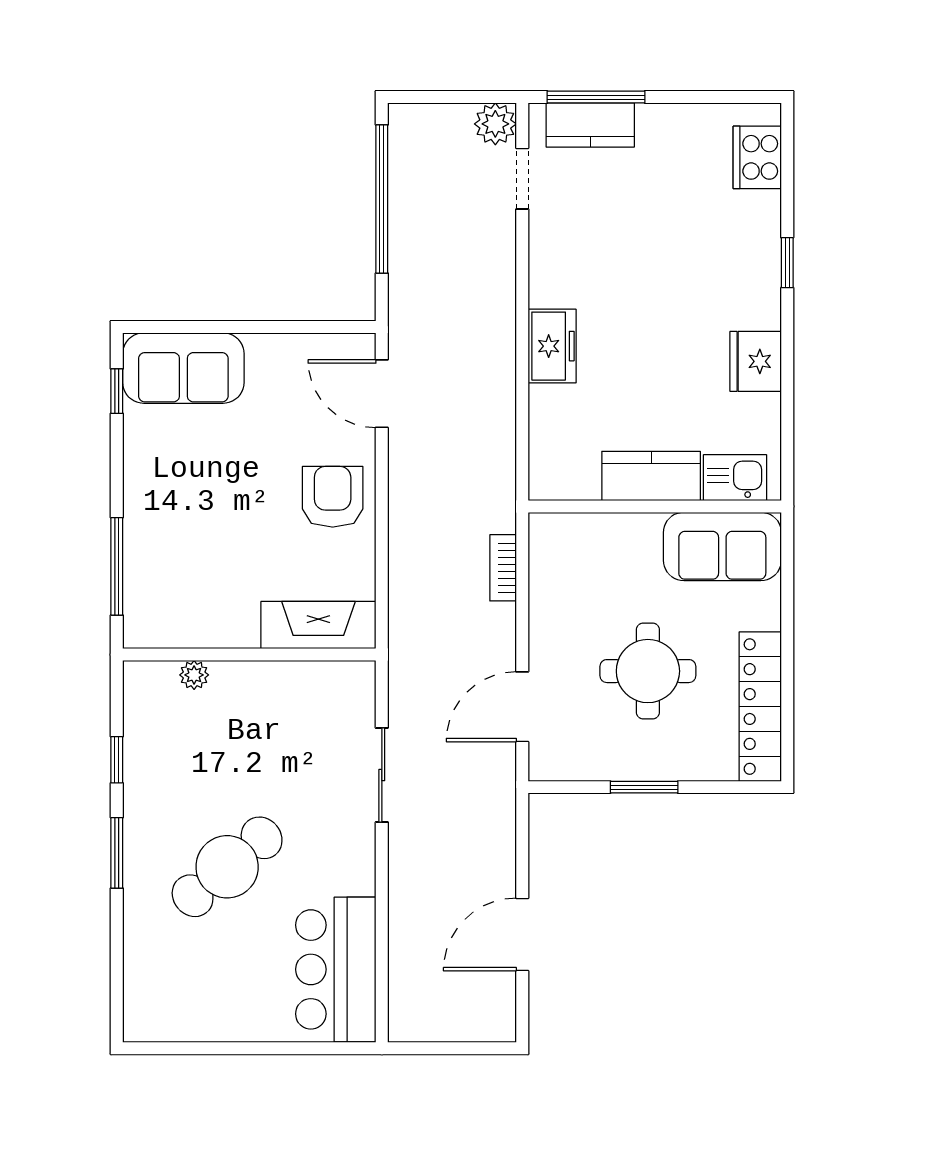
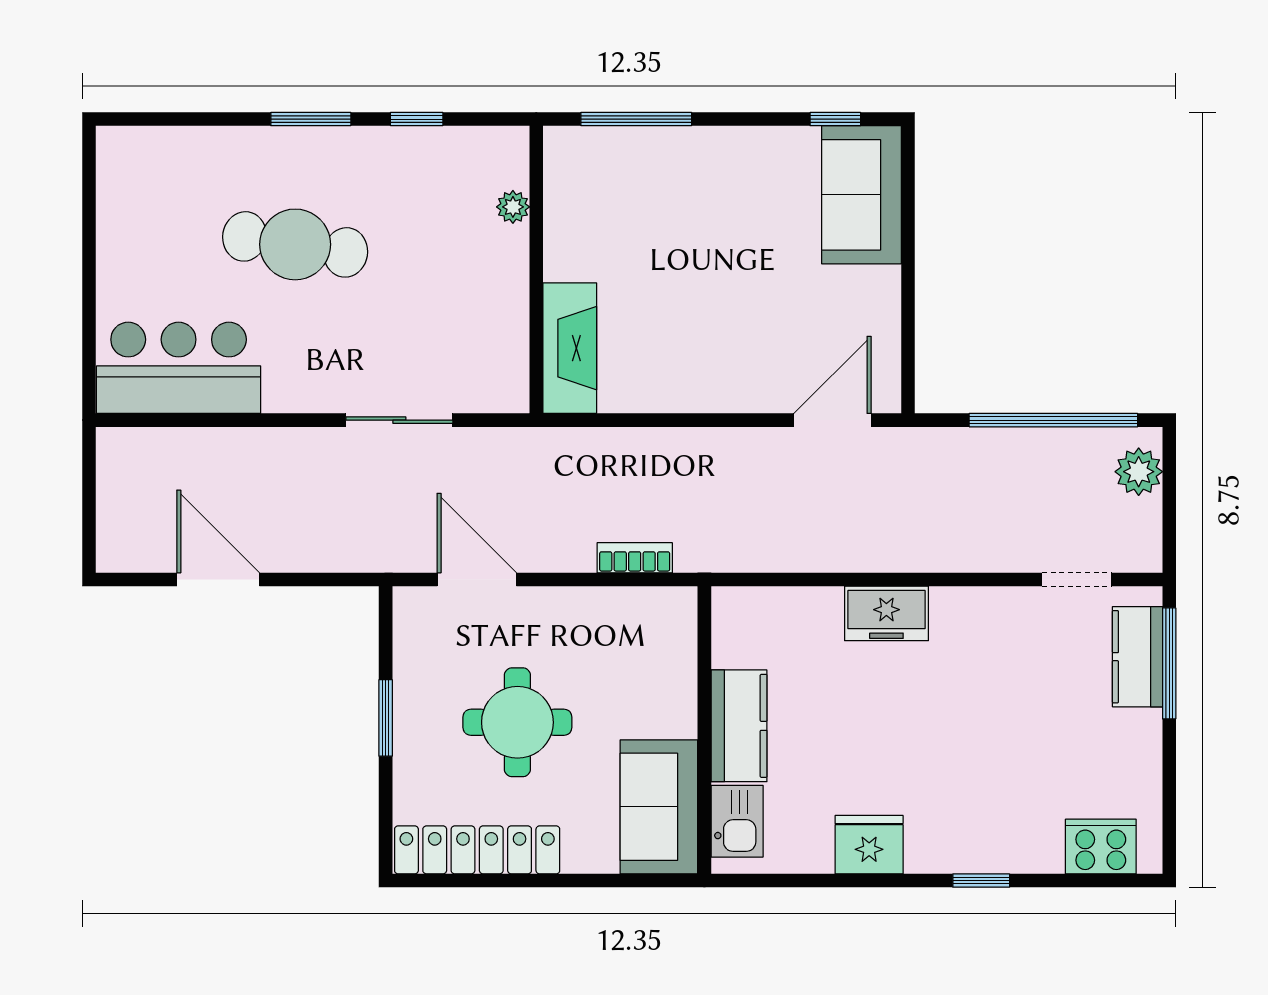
plant: (495, 124) -> (1139, 472), moved
armchair: (333, 497) -> (715, 364), removed
cafe table: (227, 867) -> (295, 244), turned -41

